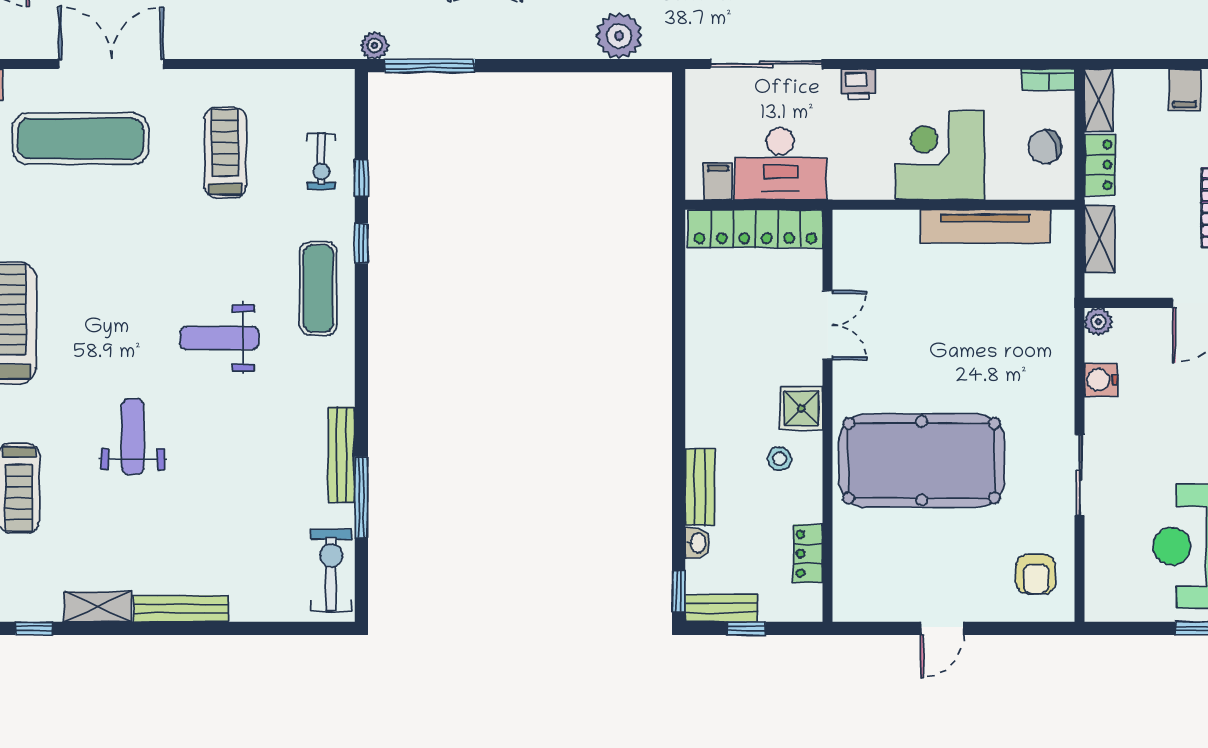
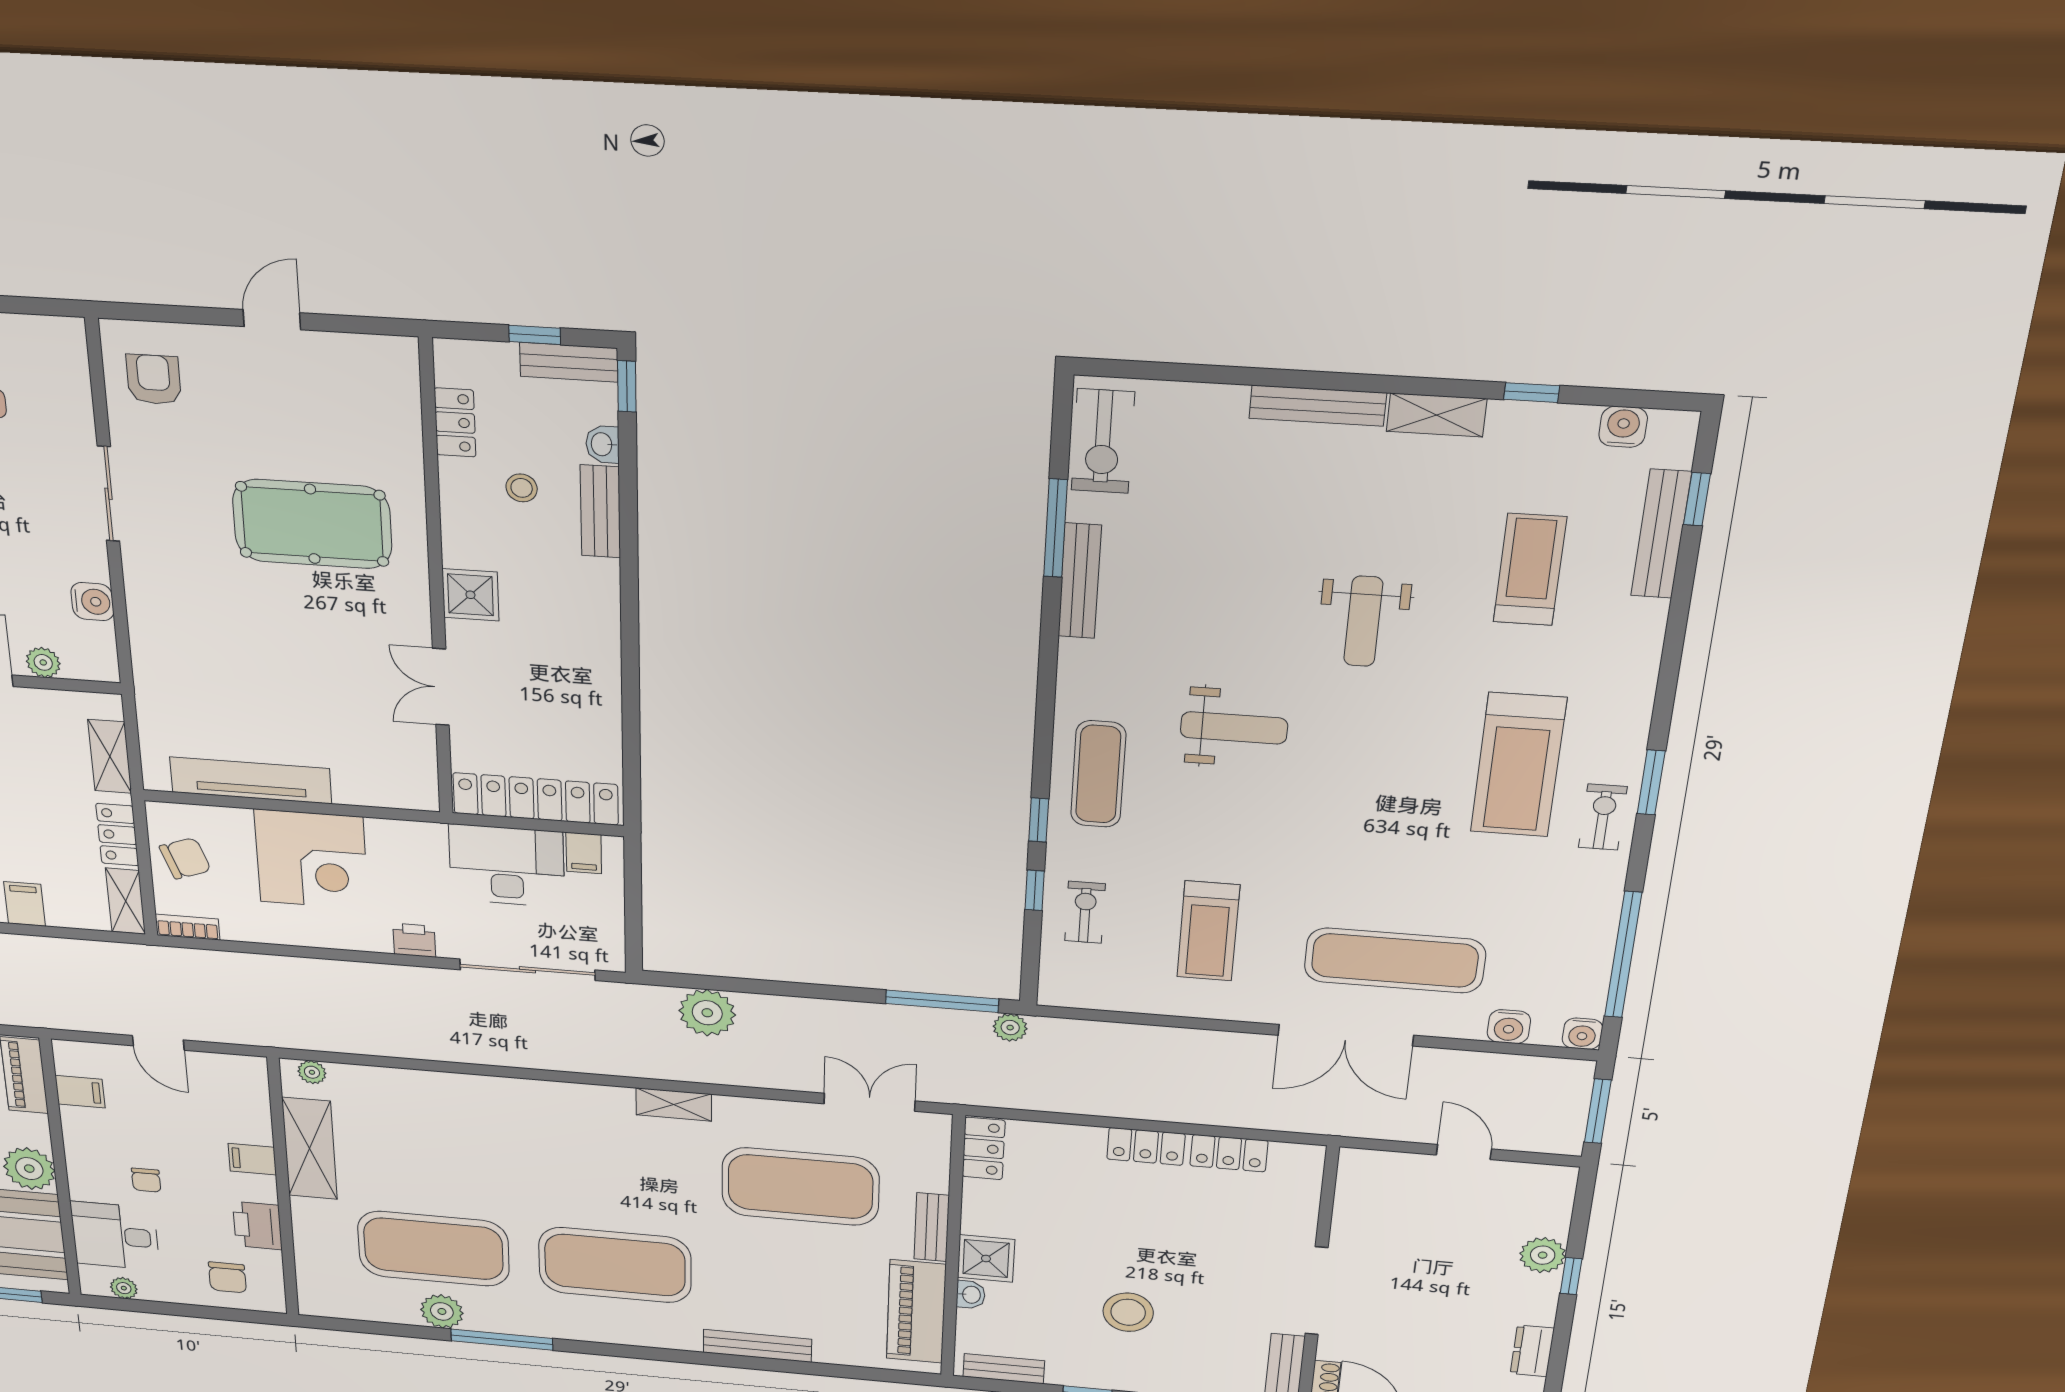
plant: (1098, 322) -> (43, 662), moved
stool: (780, 459) -> (522, 488), moved
pool table: (922, 461) -> (312, 524), width x0.73, depth x0.76

